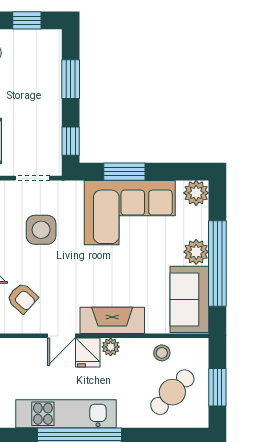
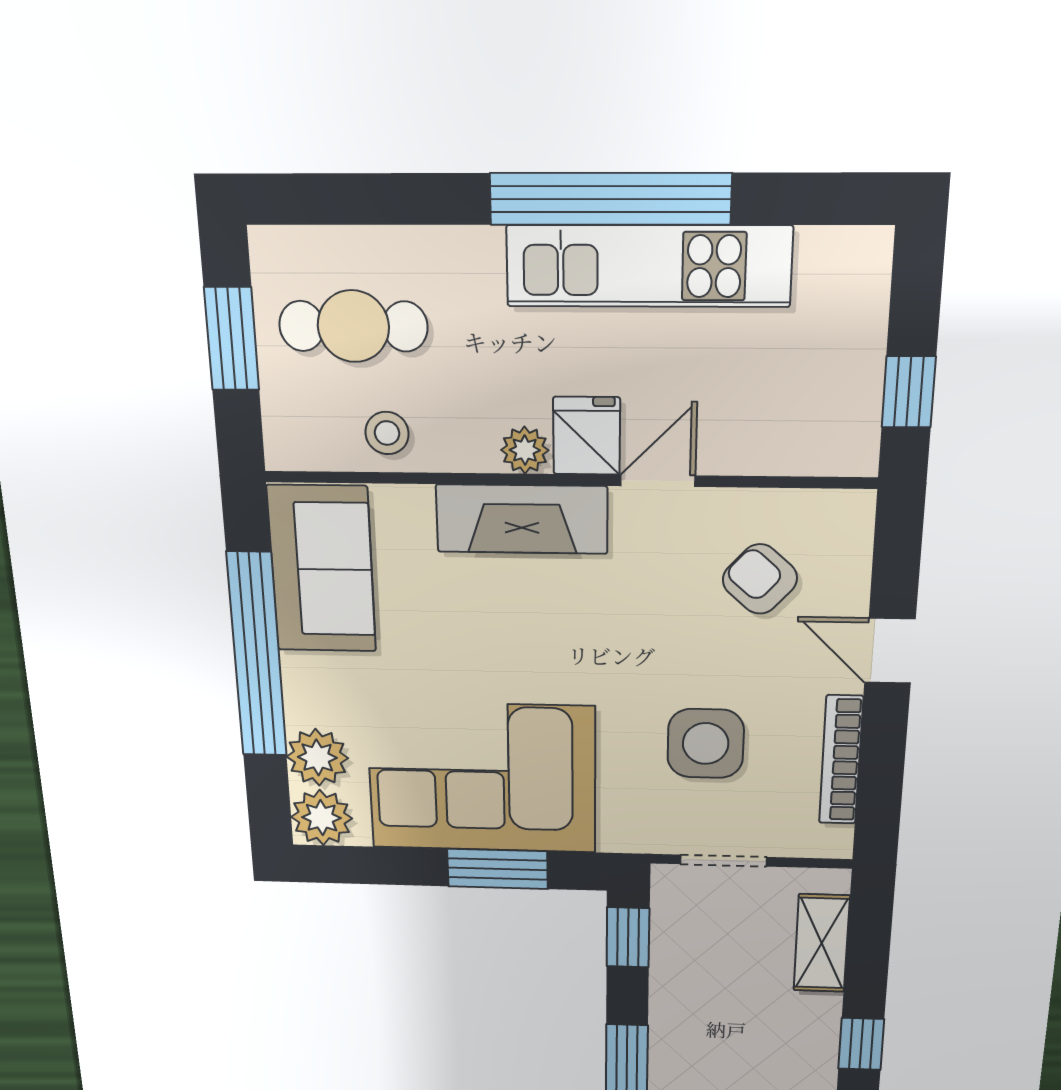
plant: (196, 252) -> (317, 757), moved
cafe table: (172, 392) -> (353, 326), turned 47

